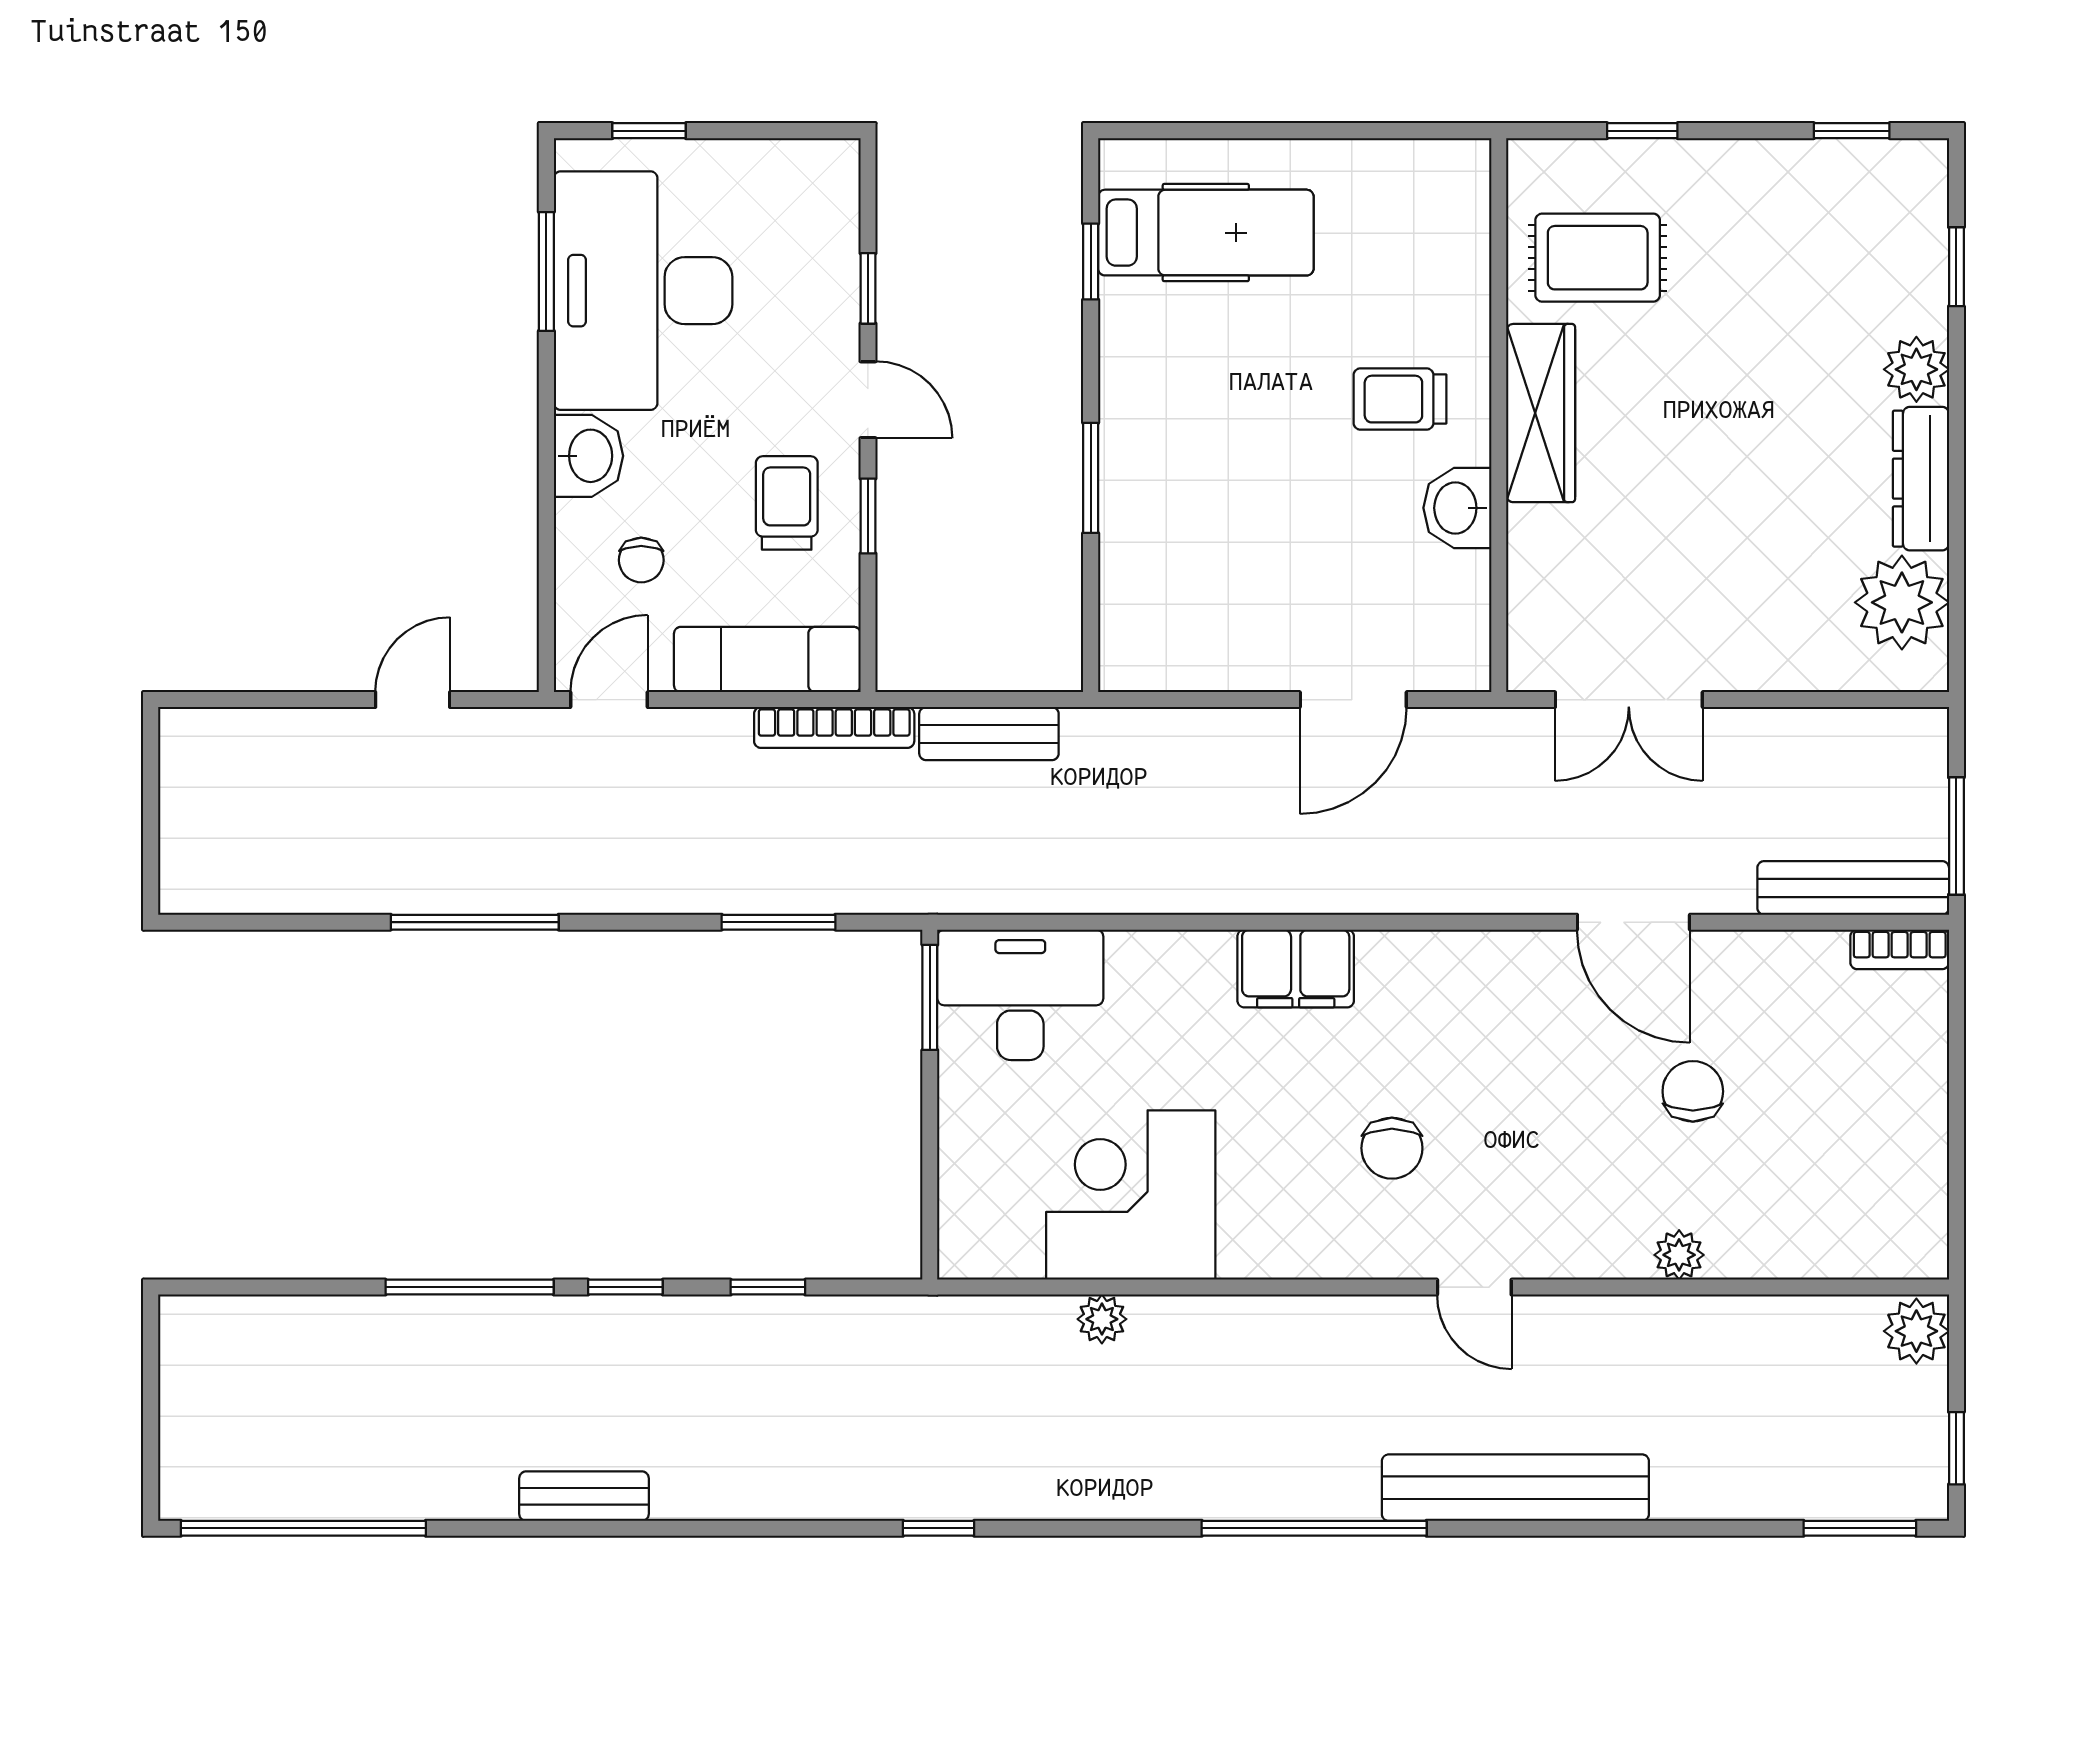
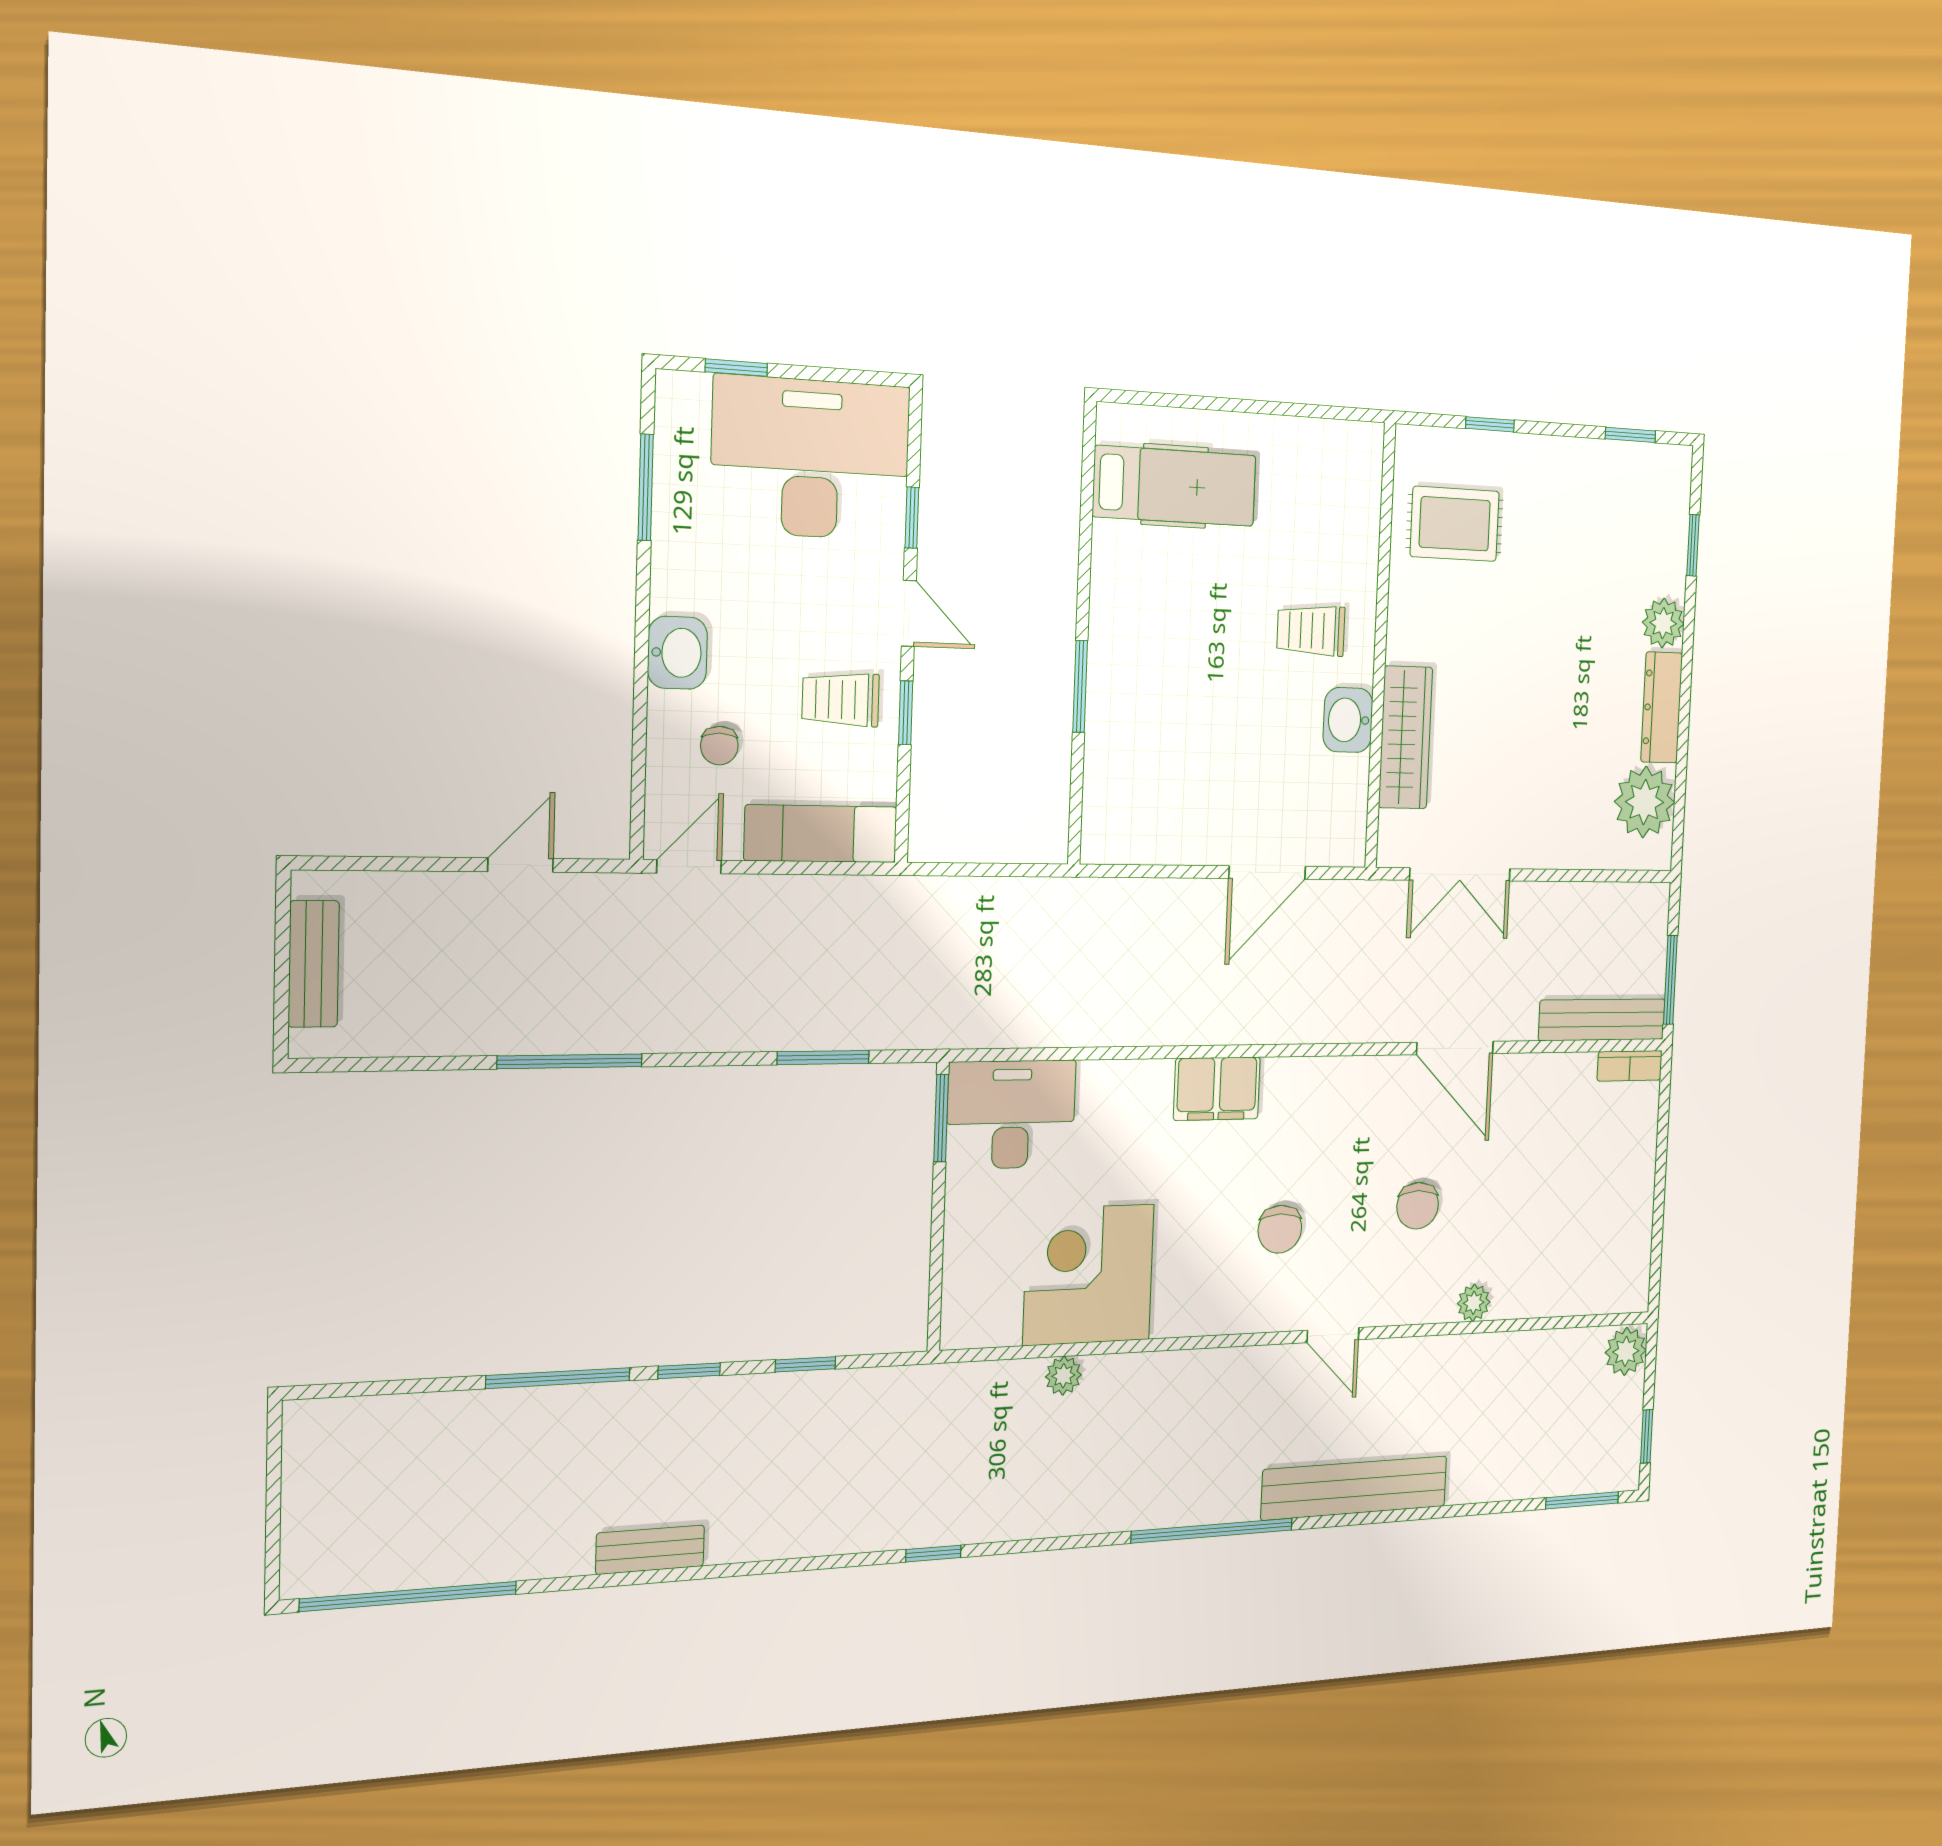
window: (1091, 262) -> (1087, 505), removed
desk: (643, 291) -> (811, 458), moved, turned 90
wardrobe: (1541, 413) -> (1406, 737), moved
trolley: (787, 503) -> (841, 700), turned -90
bookcase: (834, 727) -> (873, 892), removed
bench: (989, 734) -> (314, 964), moved, turned 90
chair: (1693, 1091) -> (1418, 1206), moved, turned 180

